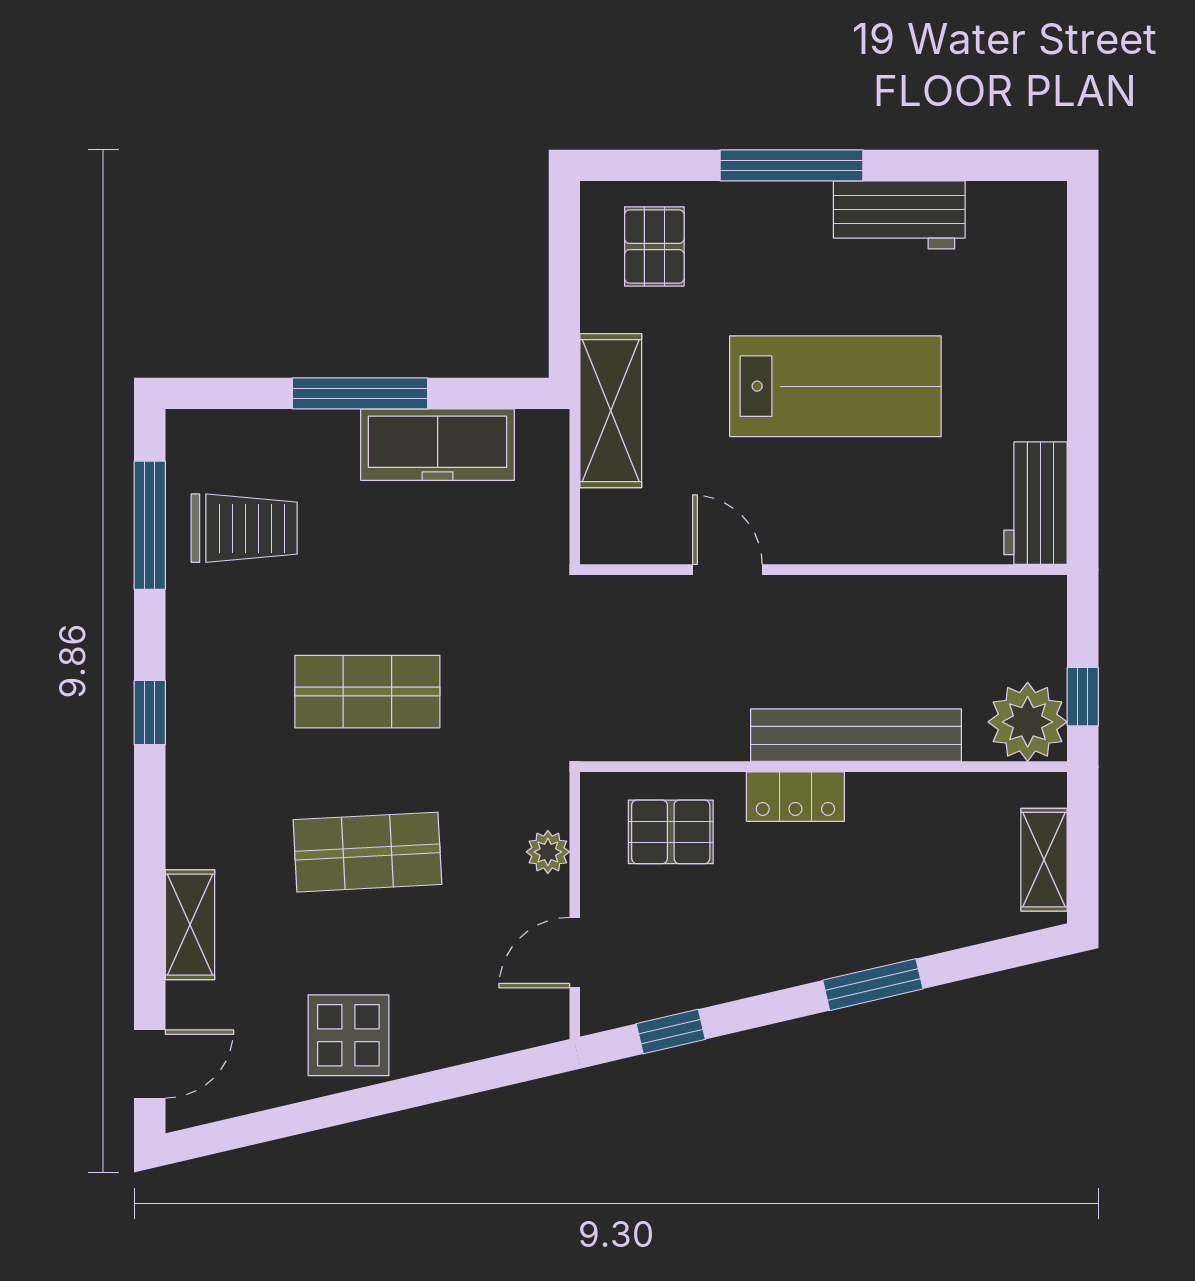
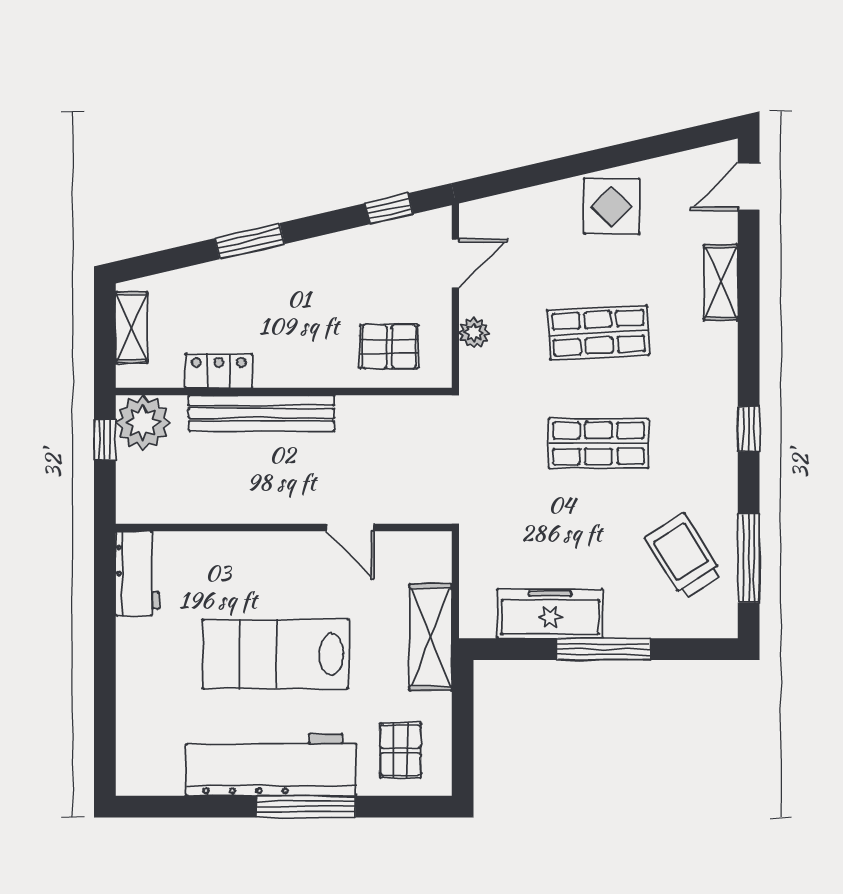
workbench: (899, 215) -> (271, 765), width x1.88, depth x1.32
trolley: (244, 528) -> (684, 556), turned 58
locker: (795, 797) -> (219, 371), moved

